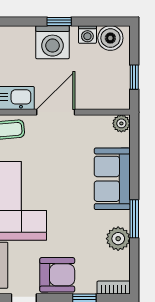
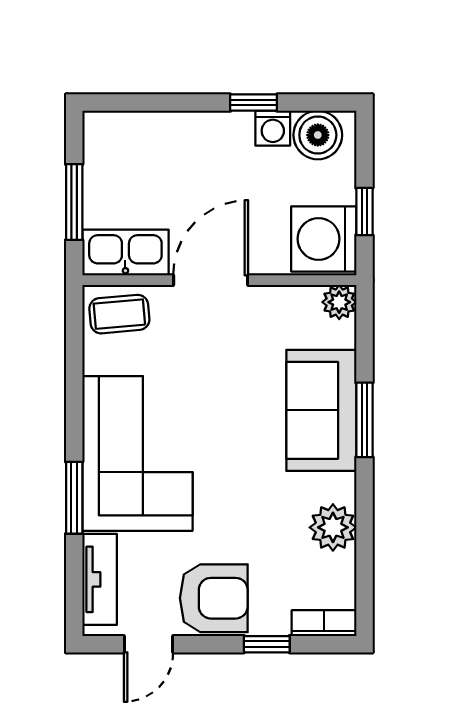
window: (59, 21) -> (254, 103), moved
washing machine: (52, 42) -> (324, 239), moved, turned 90
window: (134, 219) -> (364, 420), moved

